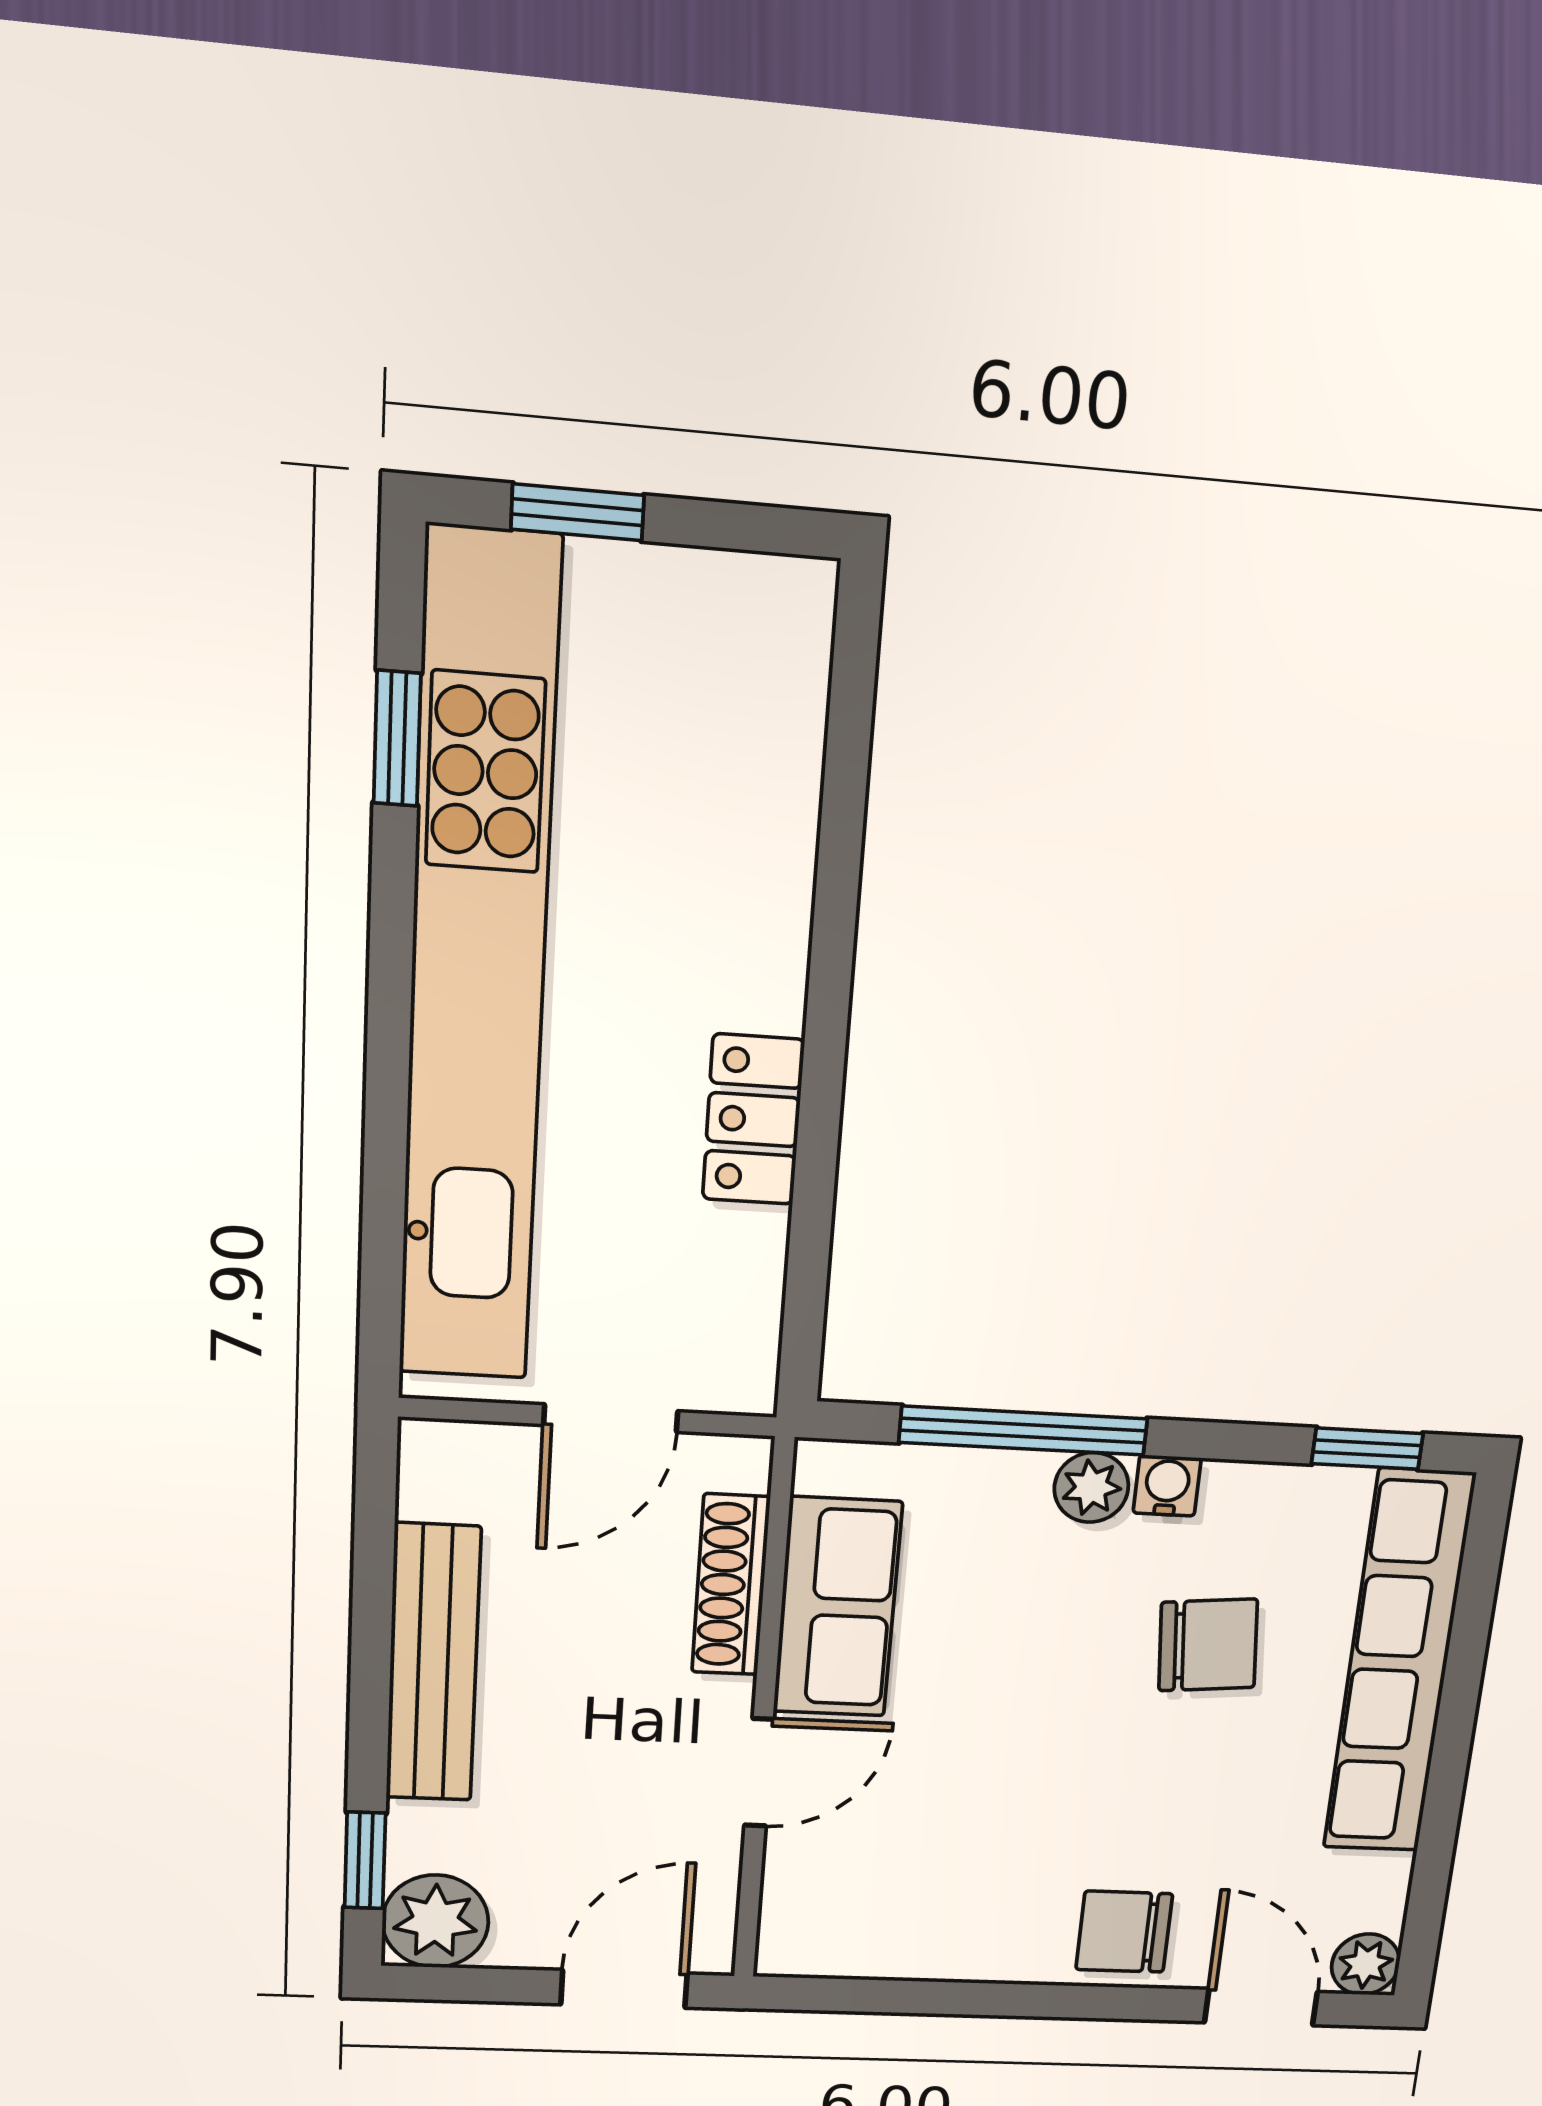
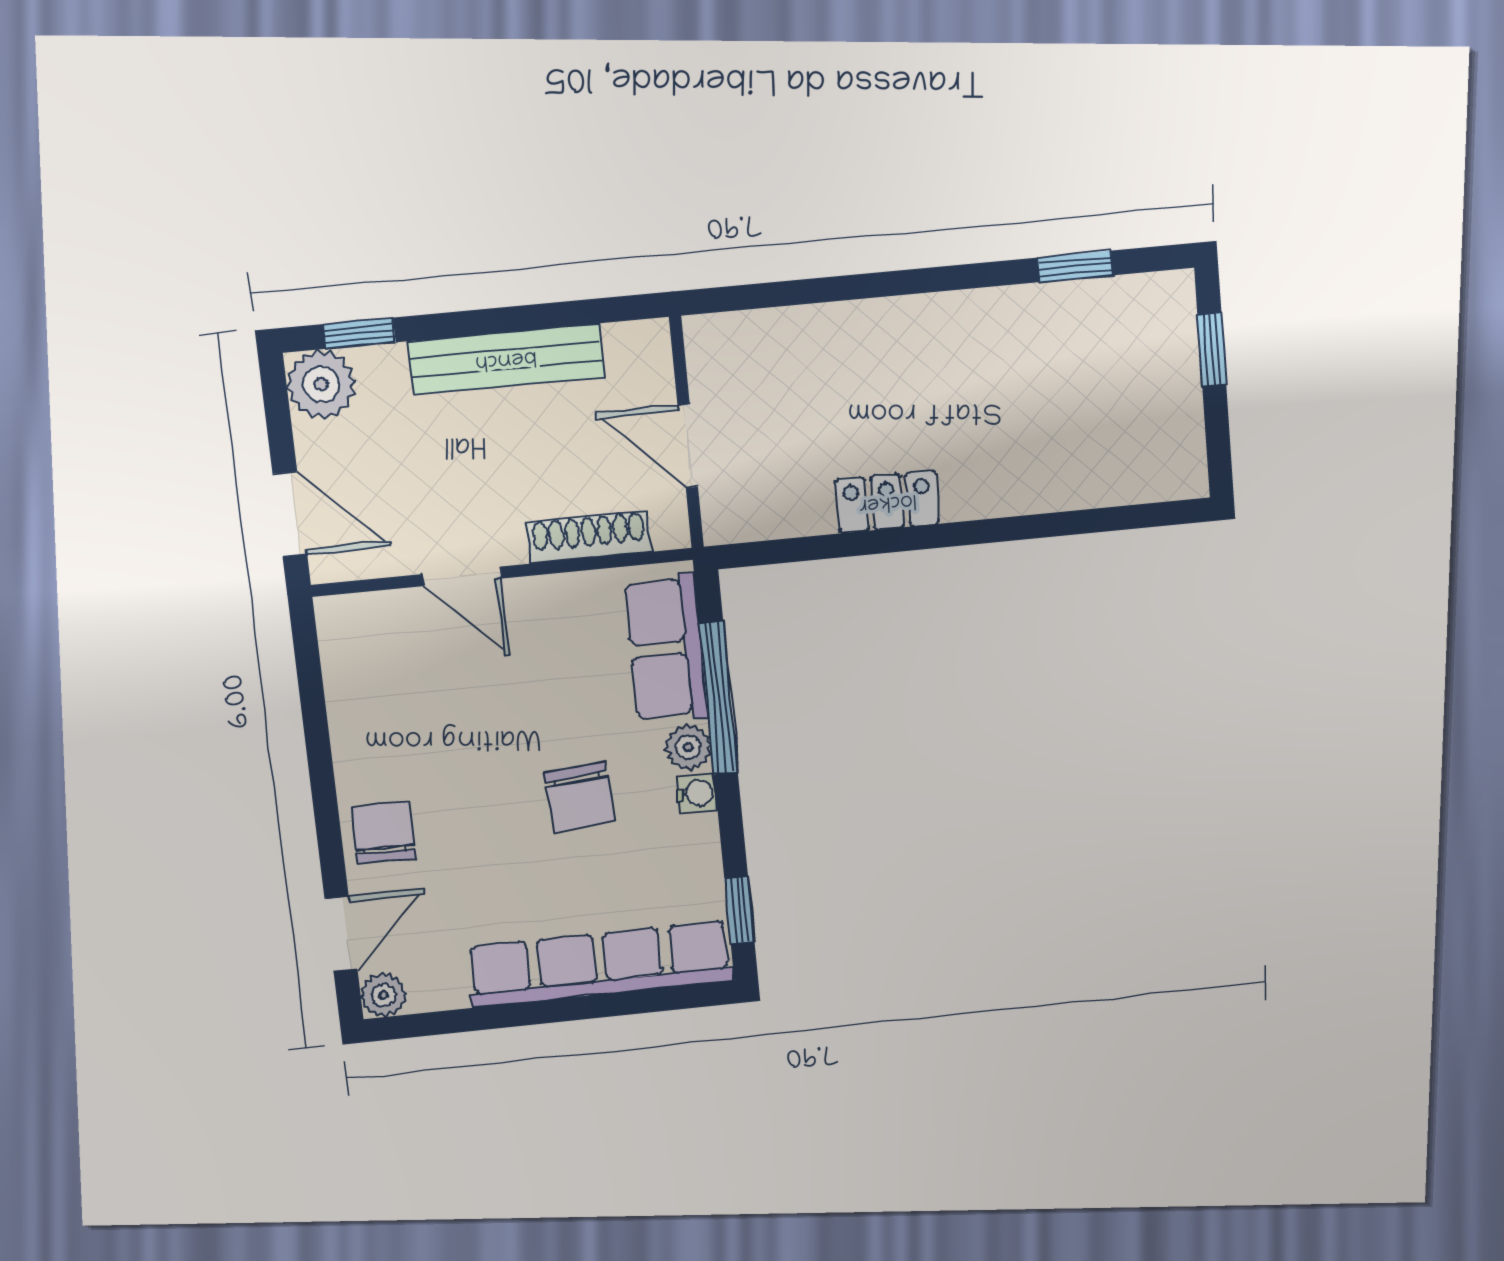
kitchen unit: (478, 971) -> (951, 329), removed
row of seats: (837, 1607) -> (666, 648), moved, turned 90
chair: (1208, 1645) -> (580, 797), moved

